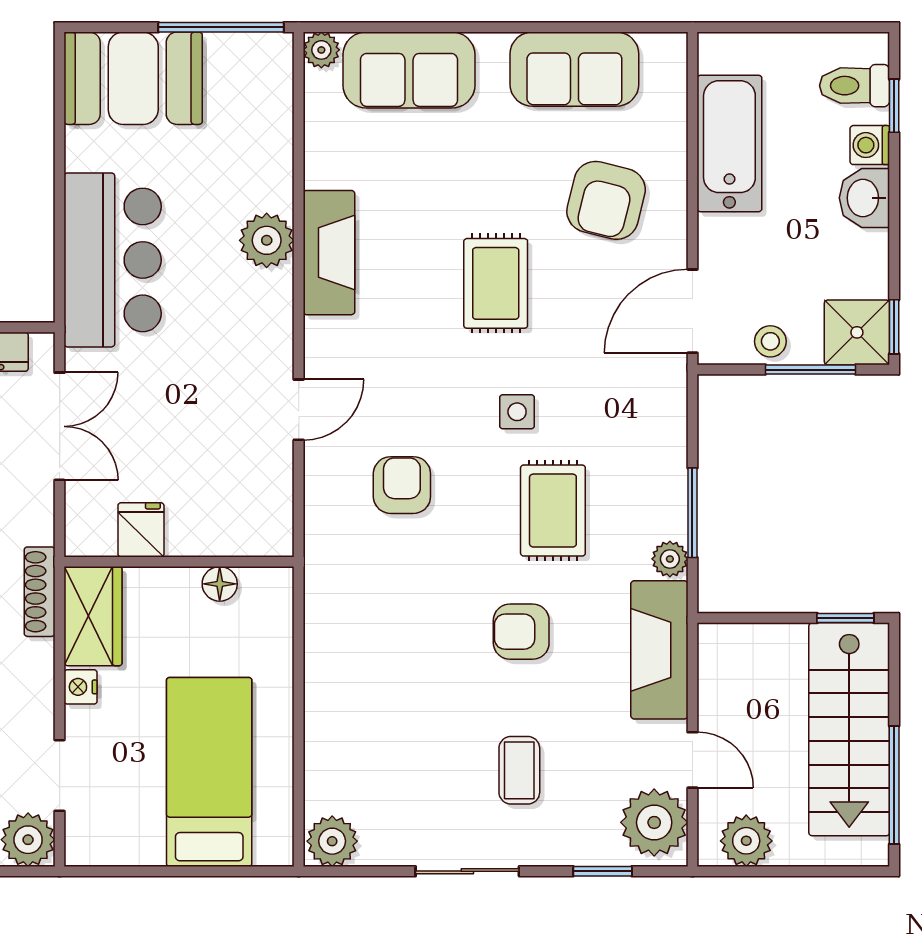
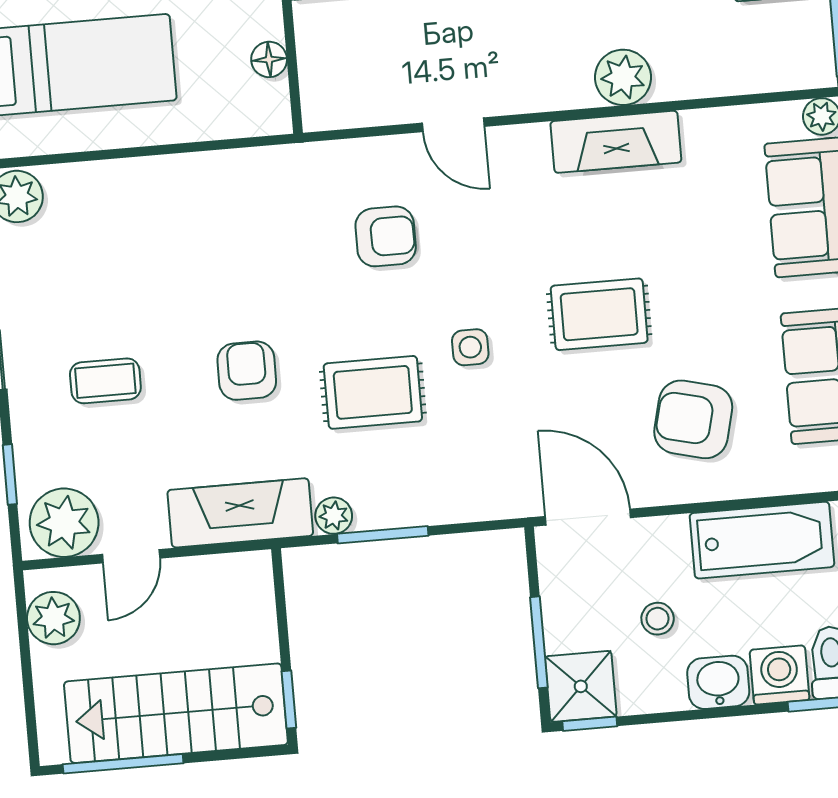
washing machine: (870, 145) -> (780, 675), width x1.38, depth x1.38
stool: (770, 341) -> (658, 619), moved

